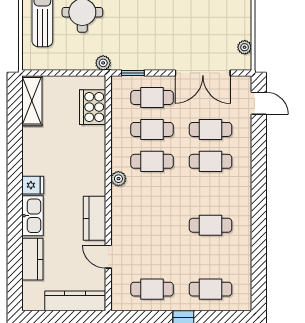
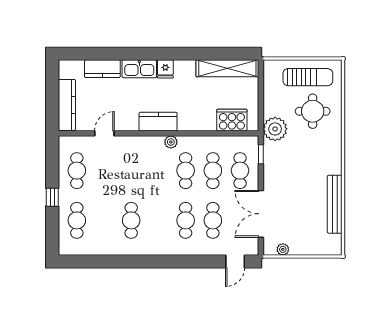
plant: (103, 63) -> (275, 129), width x1.87, depth x1.87
shelving: (32, 101) -> (227, 68), width x1.47
kitchen counter: (95, 218) -> (158, 122), moved

